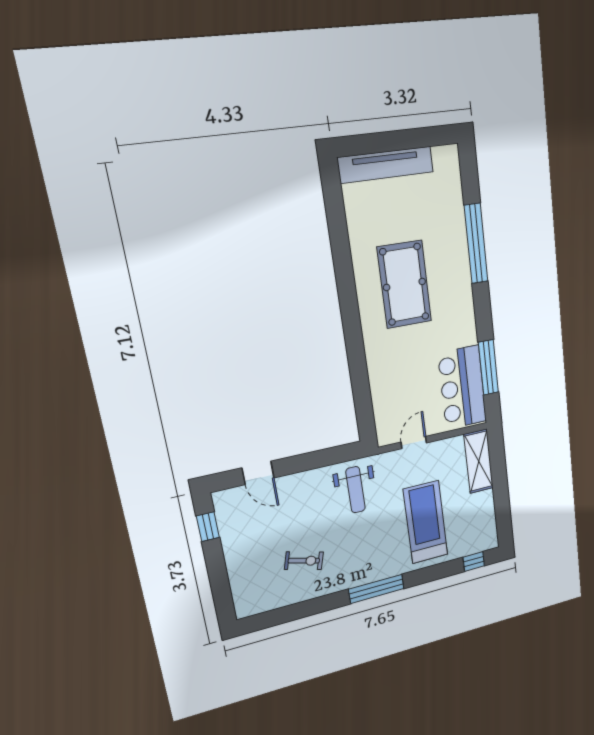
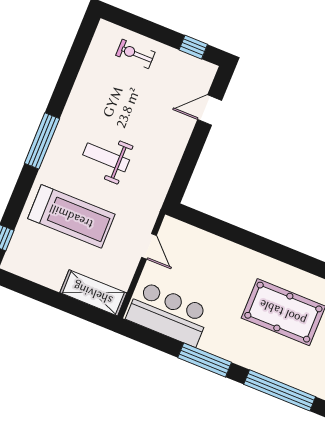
window: (488, 367) -> (205, 360), moved
weight bench: (355, 490) -> (106, 157), moved
exercise bike: (304, 561) -> (135, 54), moved, turned 74

